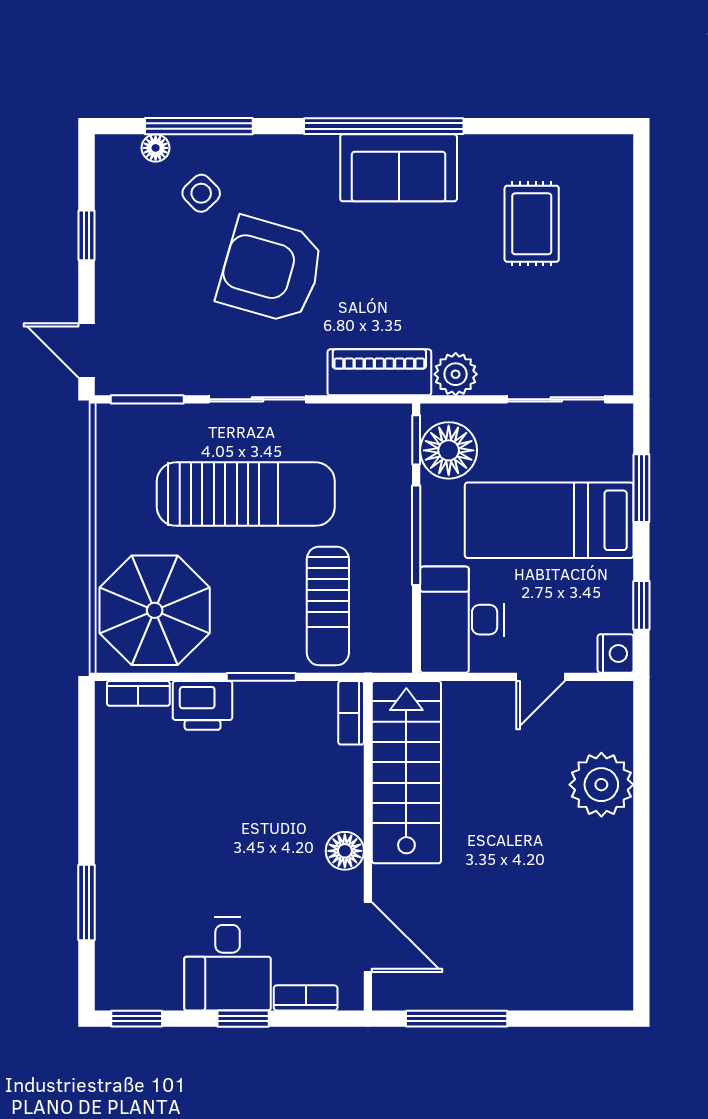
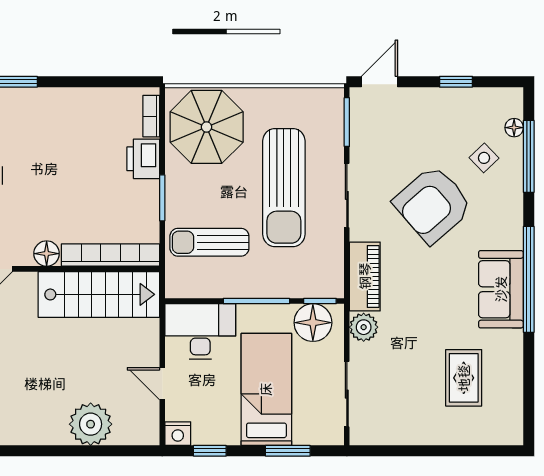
rug: (532, 224) -> (464, 378), turned 90
armchair: (271, 270) -> (433, 204), turned -147
bookcase: (351, 713) -> (110, 255), width x2.31, depth x1.31

